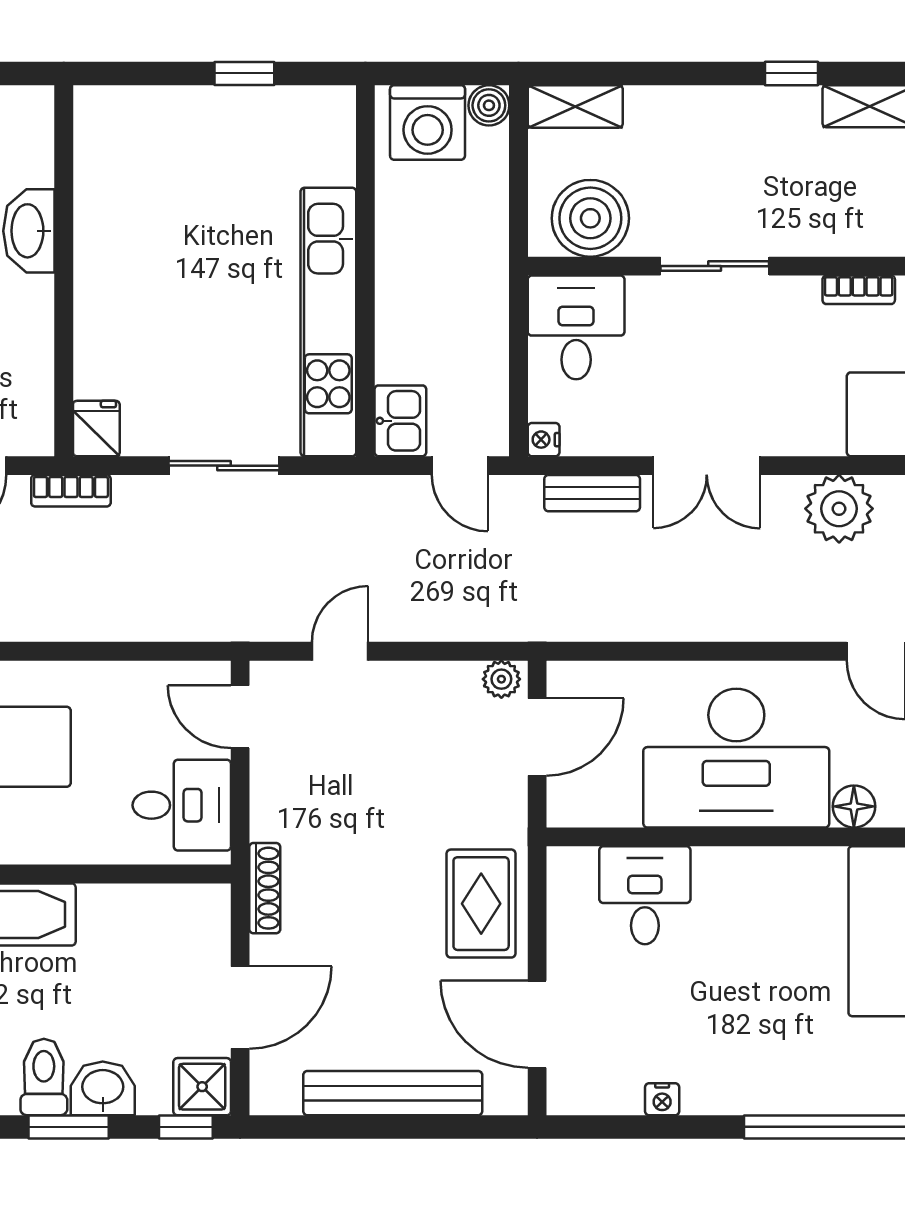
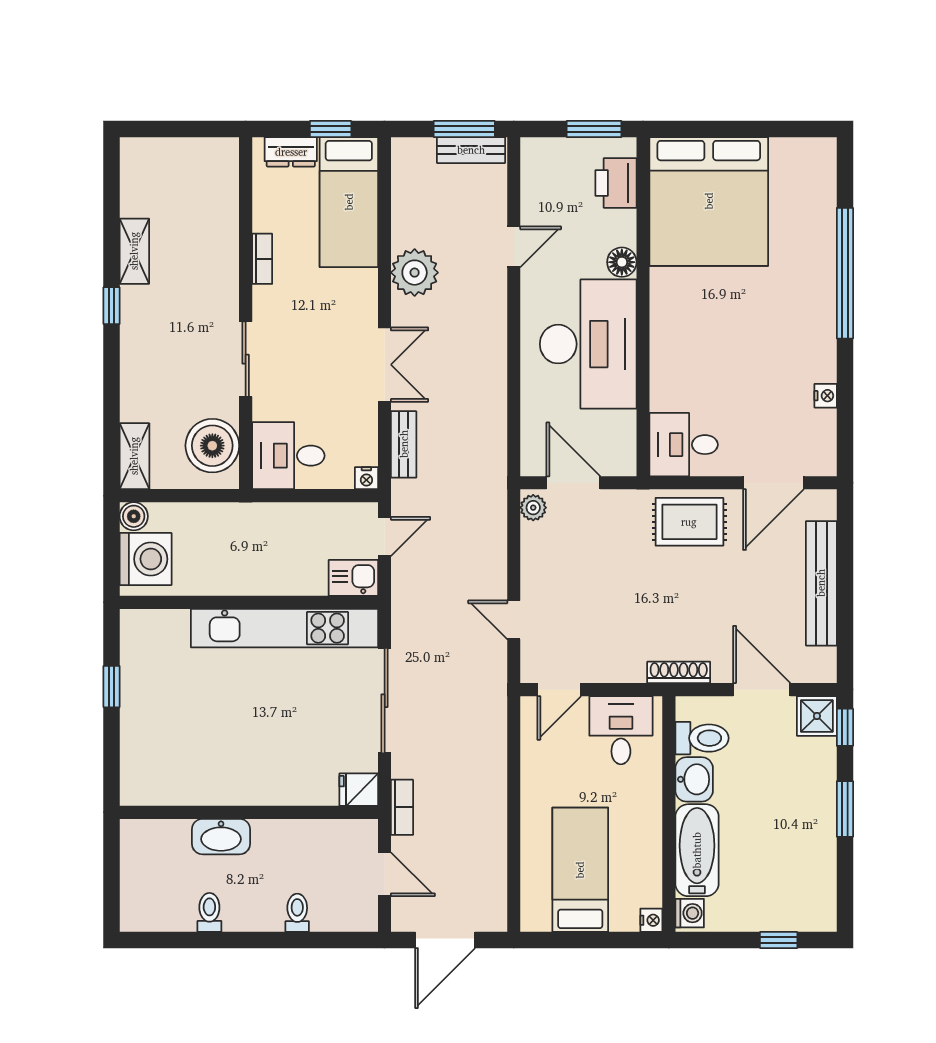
sliding door: (224, 466) -> (385, 701), width x1.37
desk: (645, 895) -> (684, 445), moved
toilet: (44, 1077) -> (702, 738), moved, turned 180
washbasin: (103, 1088) -> (694, 779), moved, turned 180

